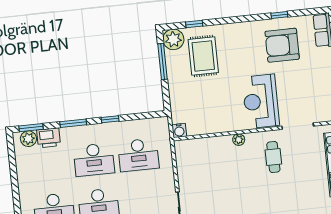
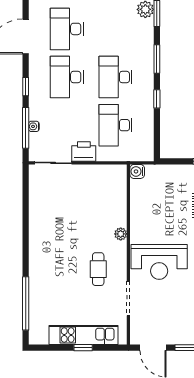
reception desk: (261, 101) -> (159, 262), turned 180
printer: (49, 138) -> (84, 151), moved, turned 90
cafe table: (273, 157) -> (98, 269), turned 90

